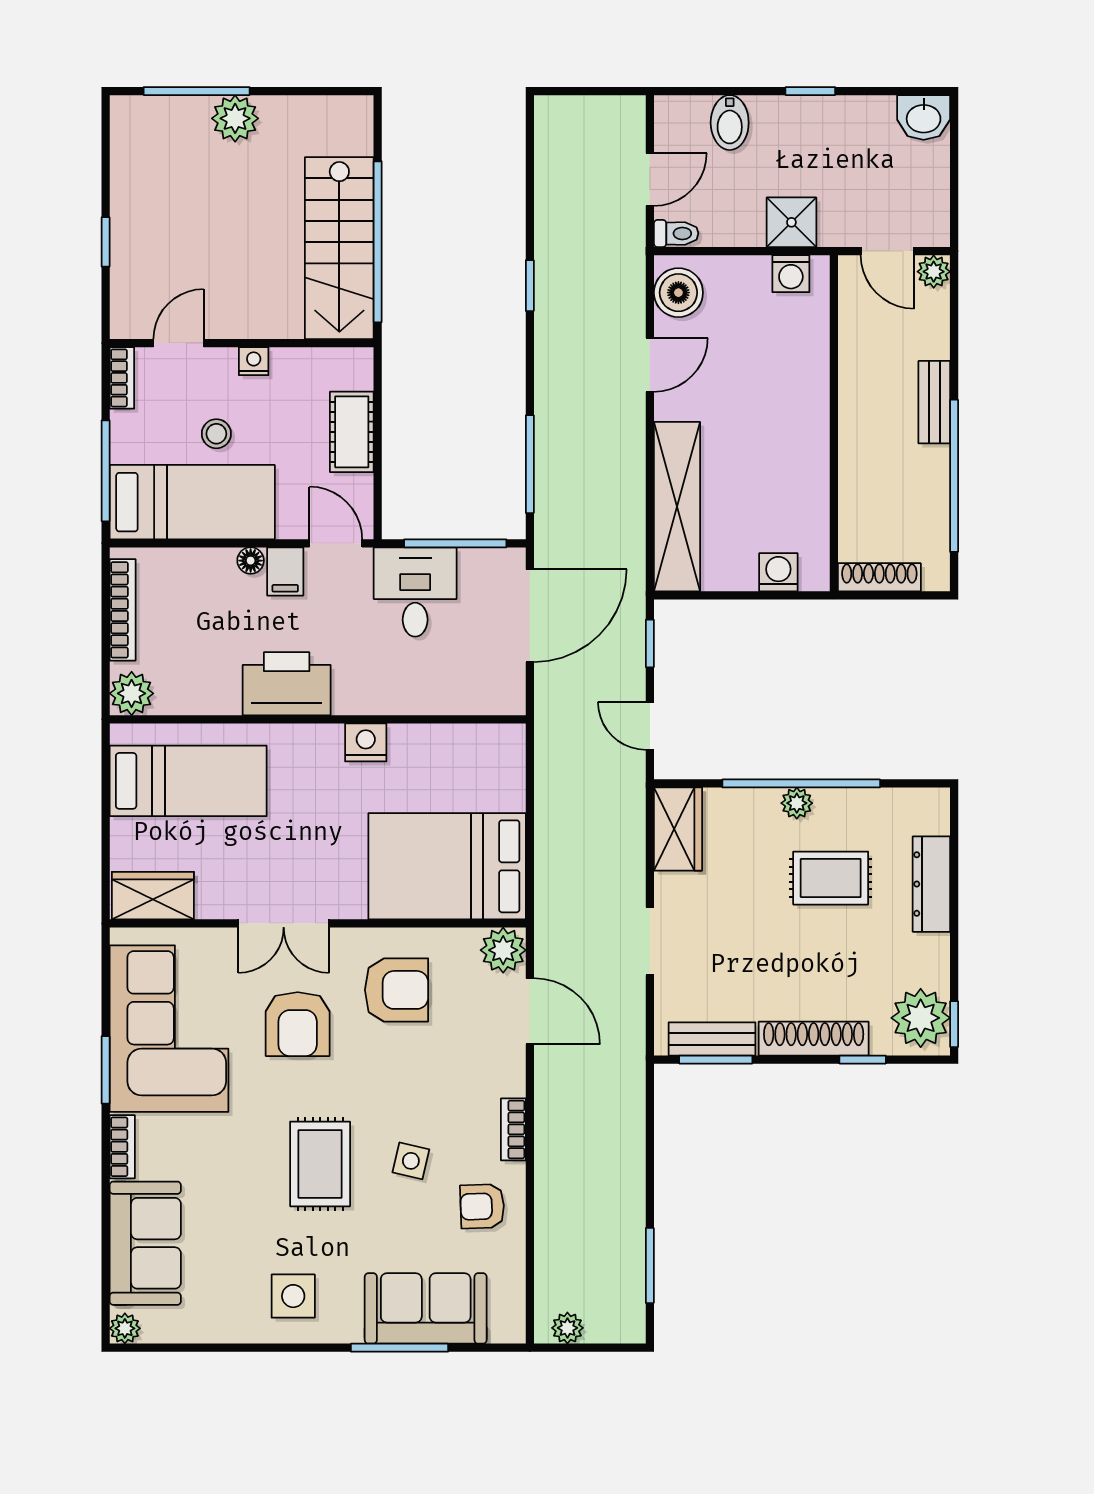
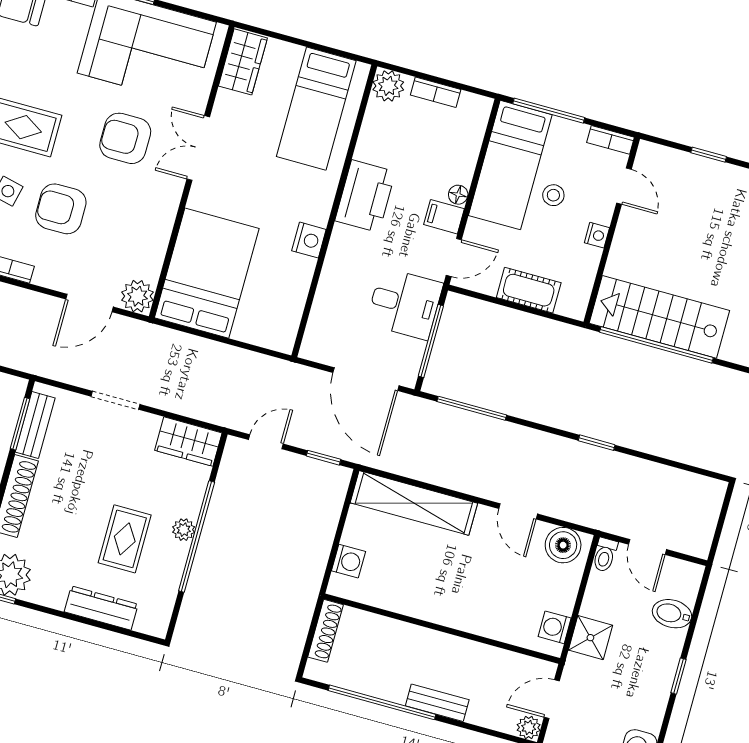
bookcase: (123, 610) -> (436, 92), width x0.64
armchair: (397, 990) -> (61, 209), moved, turned 90

